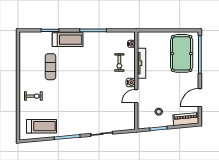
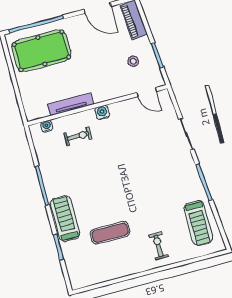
door: (136, 96) -> (147, 92), moved
treadmill: (42, 126) -> (198, 223), turned 180

